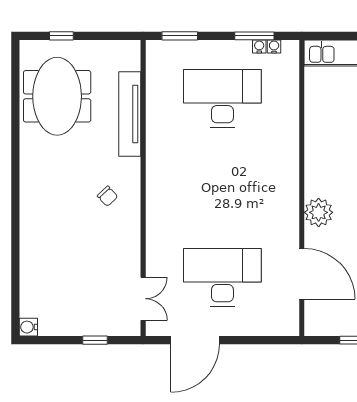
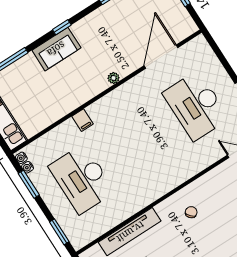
water cooler: (259, 46) -> (21, 158), moved
filing cabinet: (287, 141) -> (83, 120), added
plant: (319, 212) -> (114, 78), width x0.53, depth x0.53

